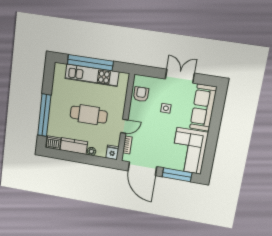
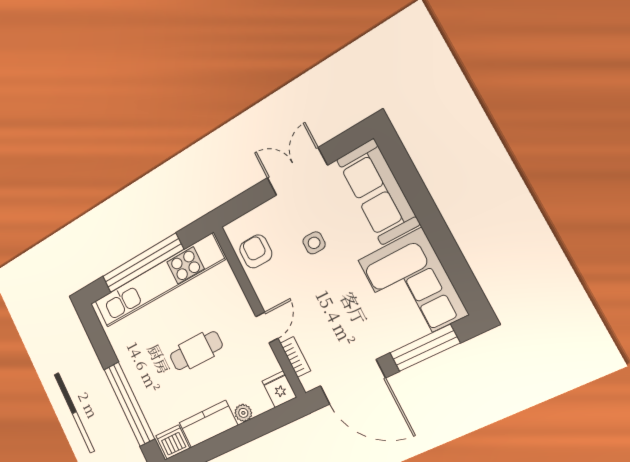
kitchen unit: (92, 75) -> (158, 281), width x1.36
cafe table: (89, 115) -> (196, 351), width x0.73, depth x0.74

